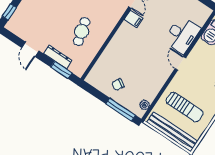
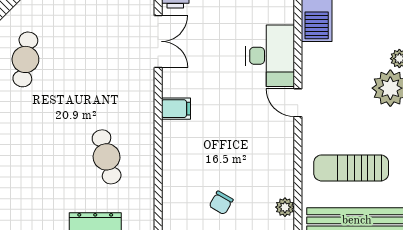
filing cabinet: (134, 19) -> (176, 109), moved
sun lounger: (185, 107) -> (351, 168), turned 180

